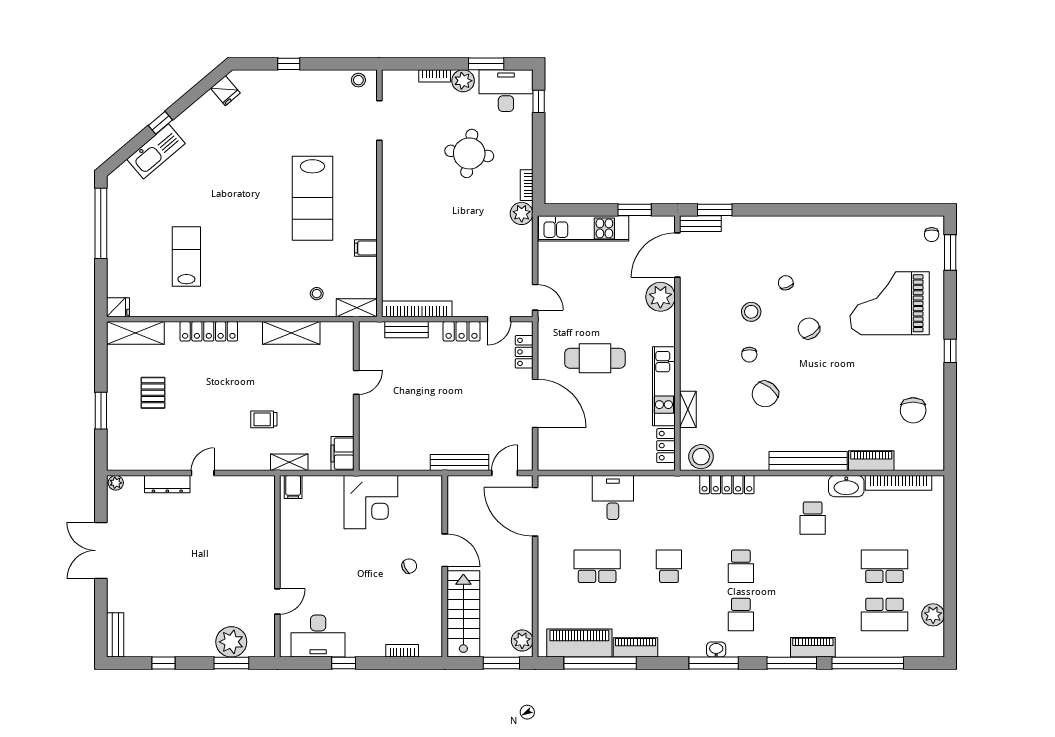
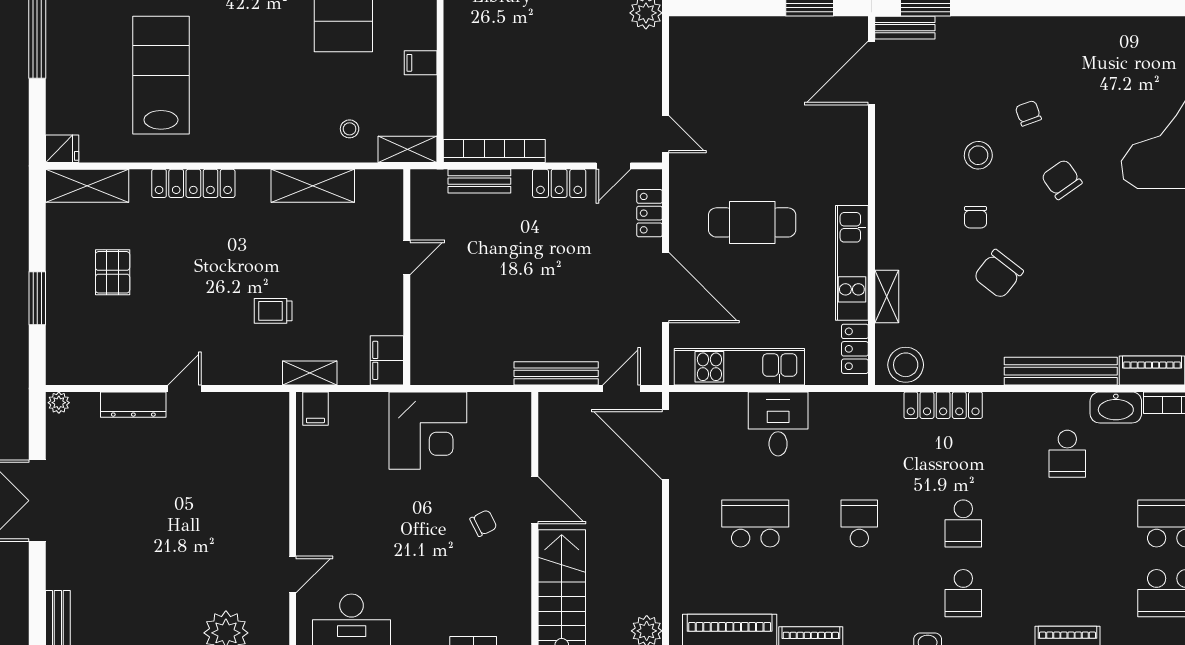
kitchen unit: (584, 228) -> (739, 367), moved, turned 180
lab bench: (186, 256) -> (161, 75), width x1.36, depth x1.39
plant: (660, 297) -> (847, 133), removed

